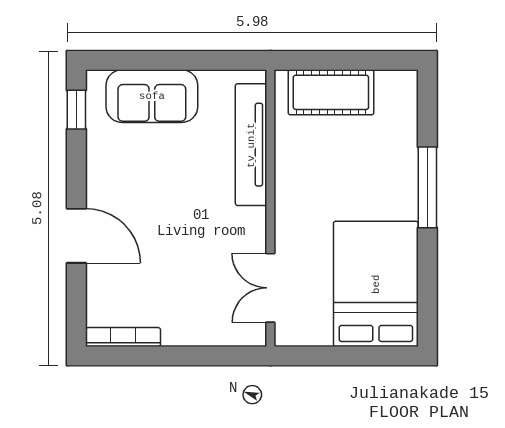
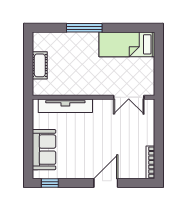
cot: (331, 92) -> (40, 65), width x0.73, depth x0.75
bed: (376, 284) -> (127, 44), width x0.67

